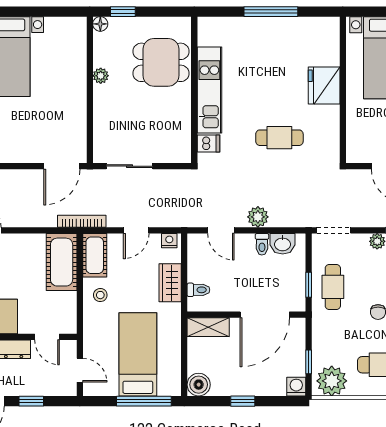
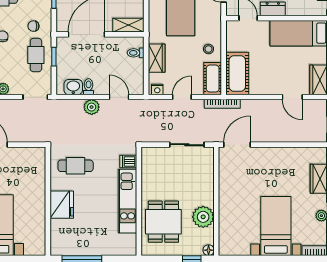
dining table: (161, 62) -> (163, 222), turned 90
plant: (101, 76) -> (203, 217), width x1.87, depth x1.87
fridge: (324, 85) -> (62, 205), moved
wall: (343, 90) -> (48, 201), moved
chair: (336, 326) -> (33, 26), added

